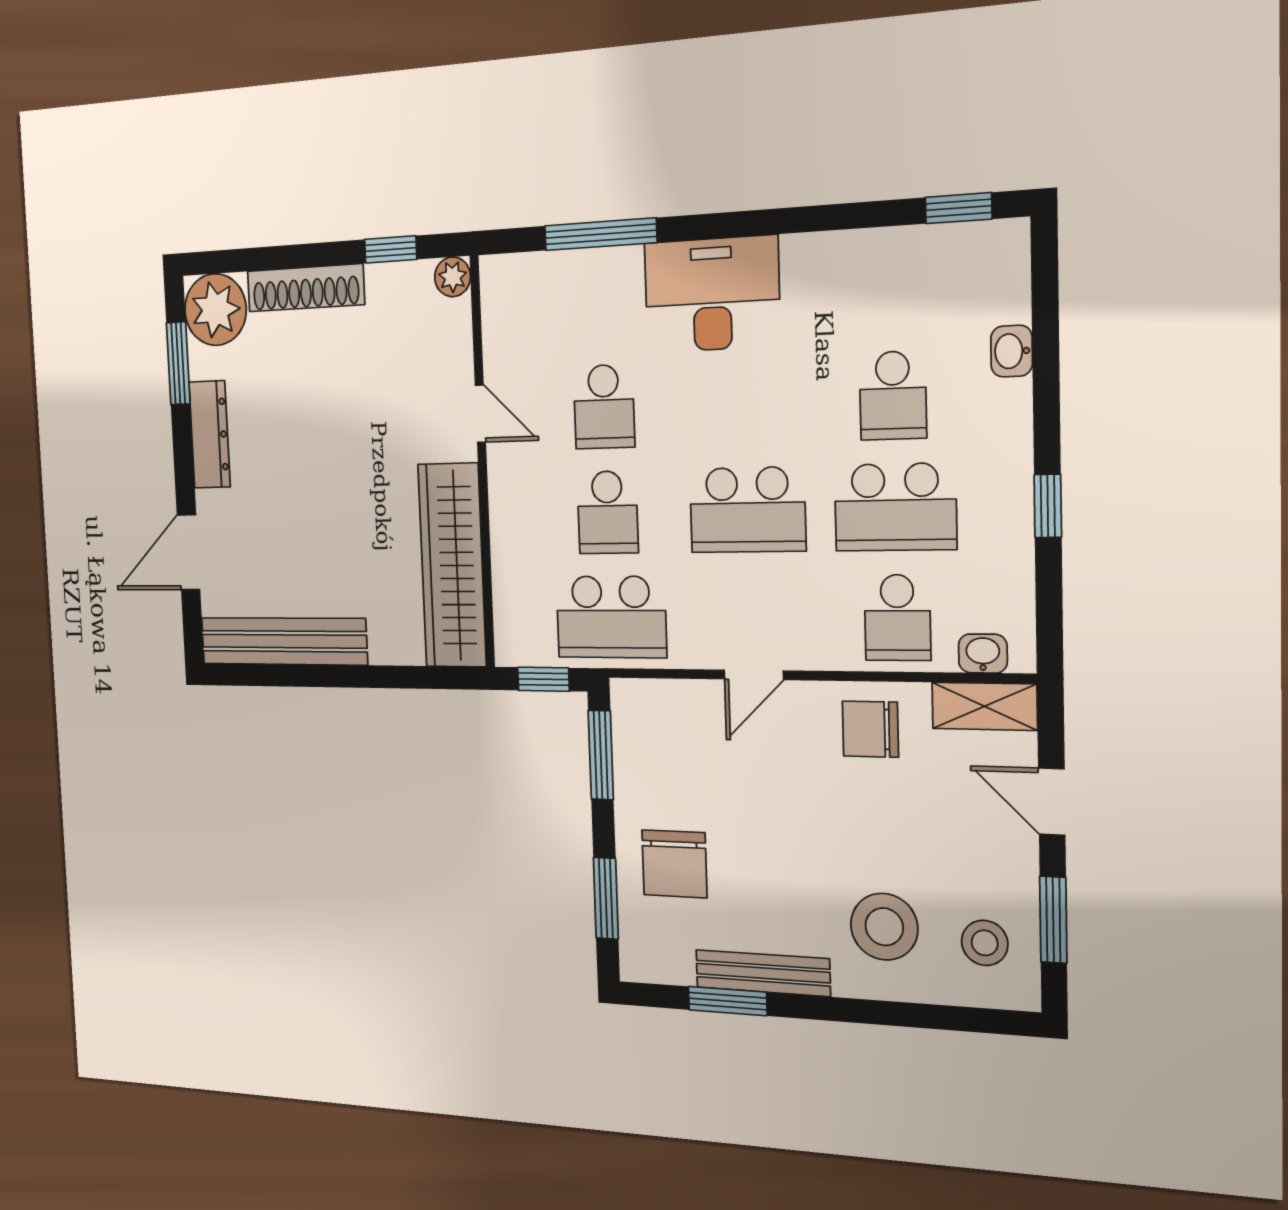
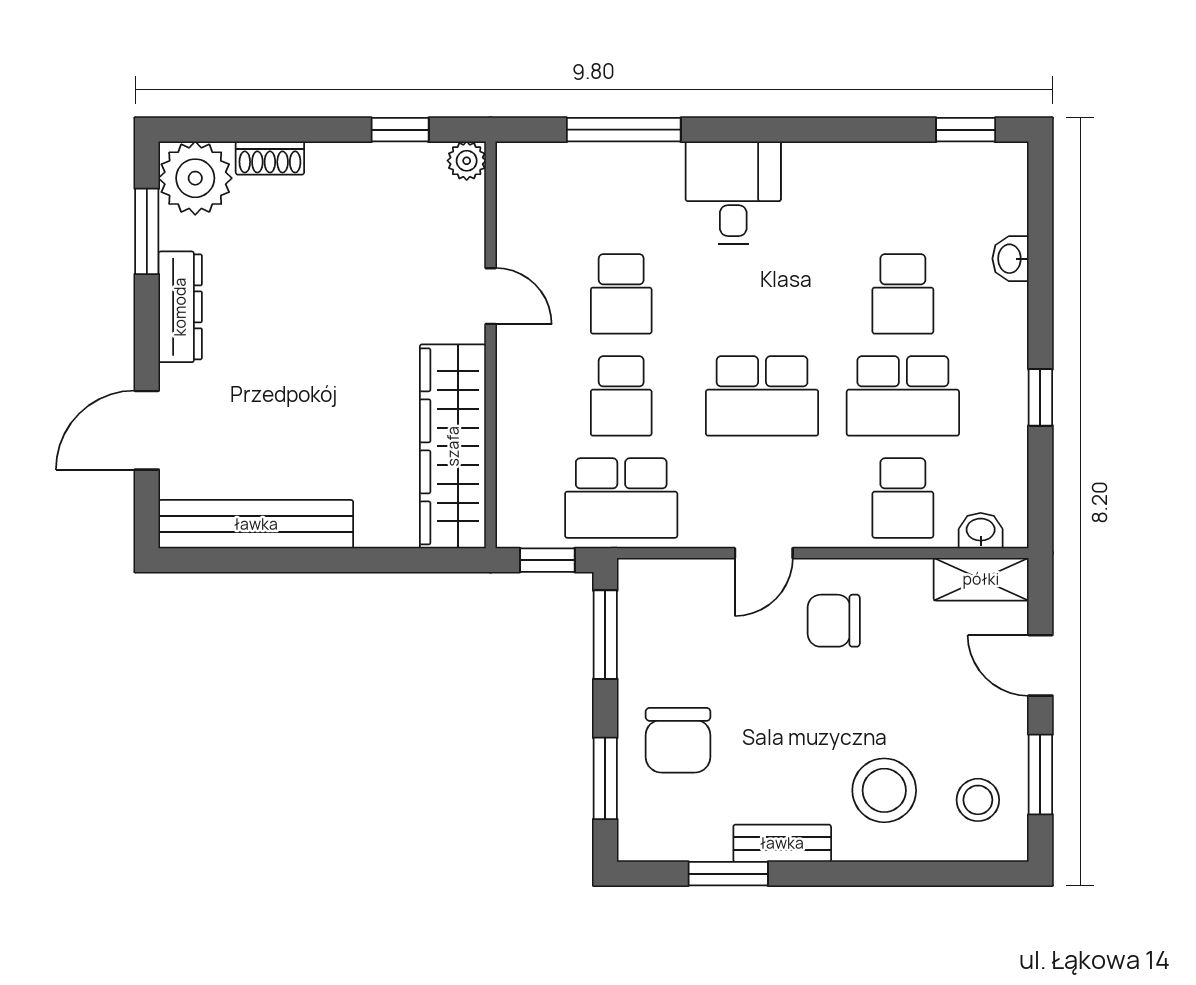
shoe rack: (306, 288) -> (270, 158), width x0.51, depth x0.81
desk: (712, 294) -> (733, 193), width x0.73
chair: (870, 729) -> (834, 621), moved
bench: (763, 973) -> (782, 843), width x0.73

